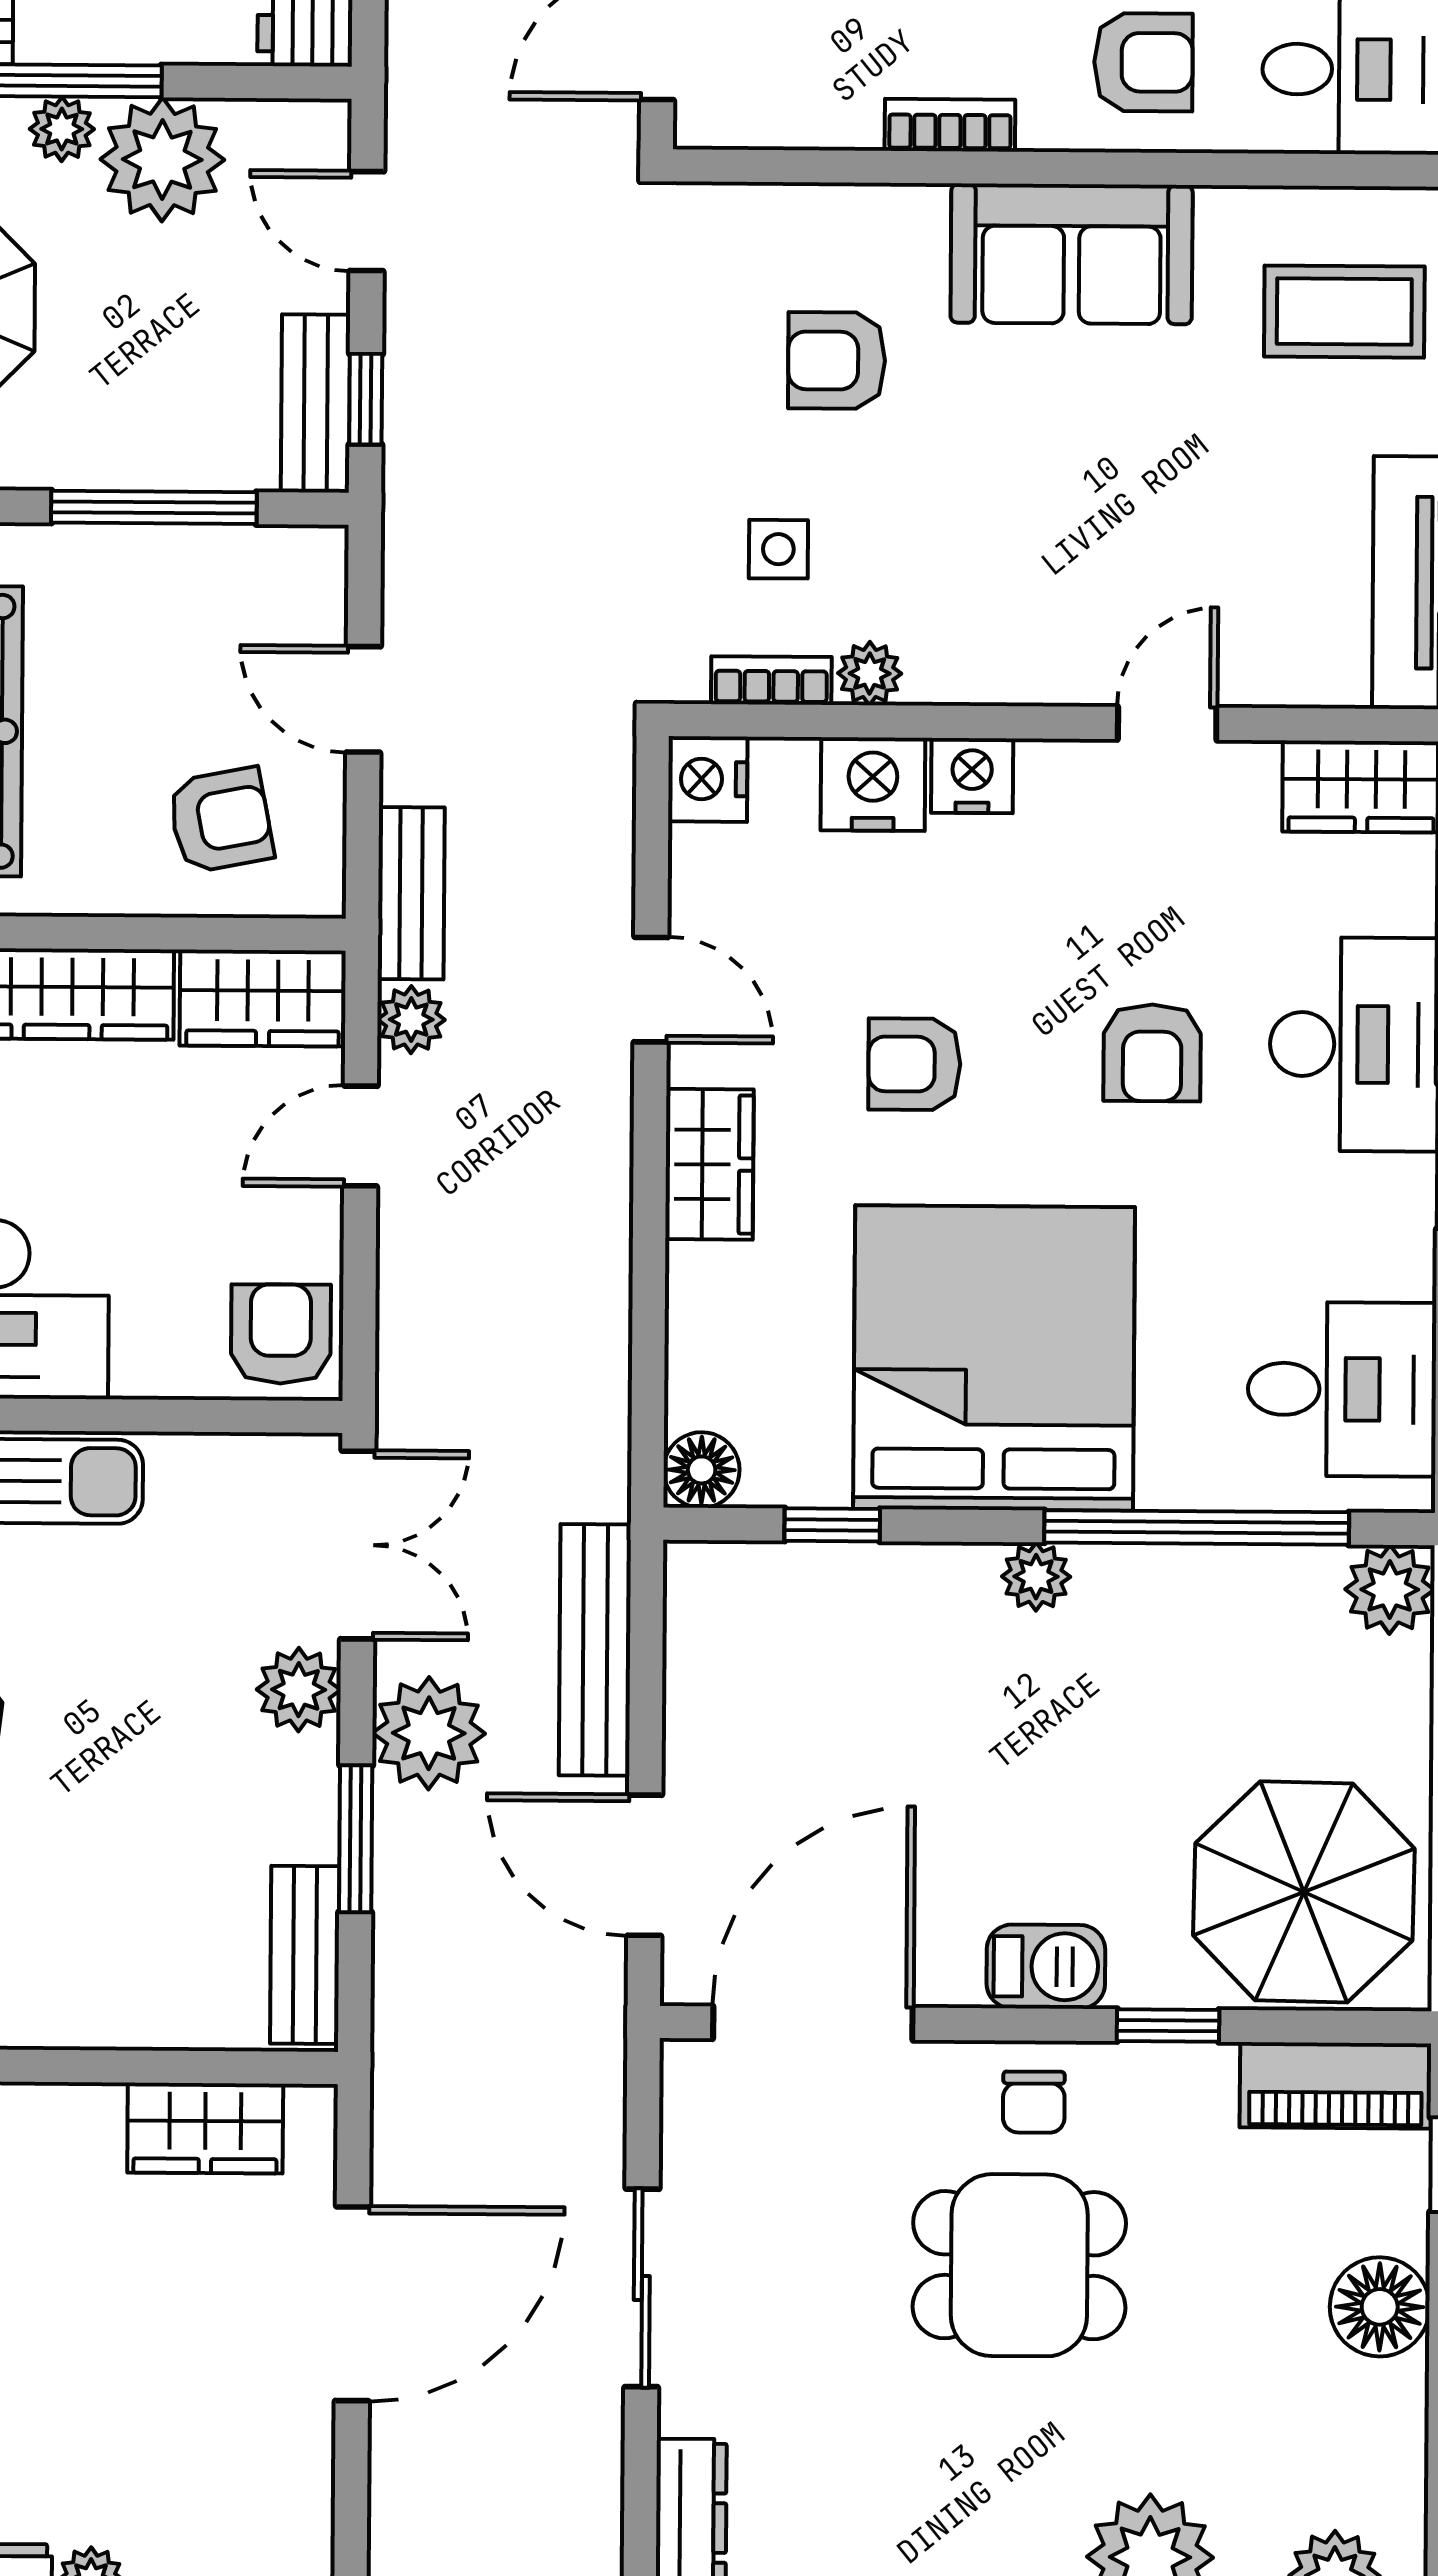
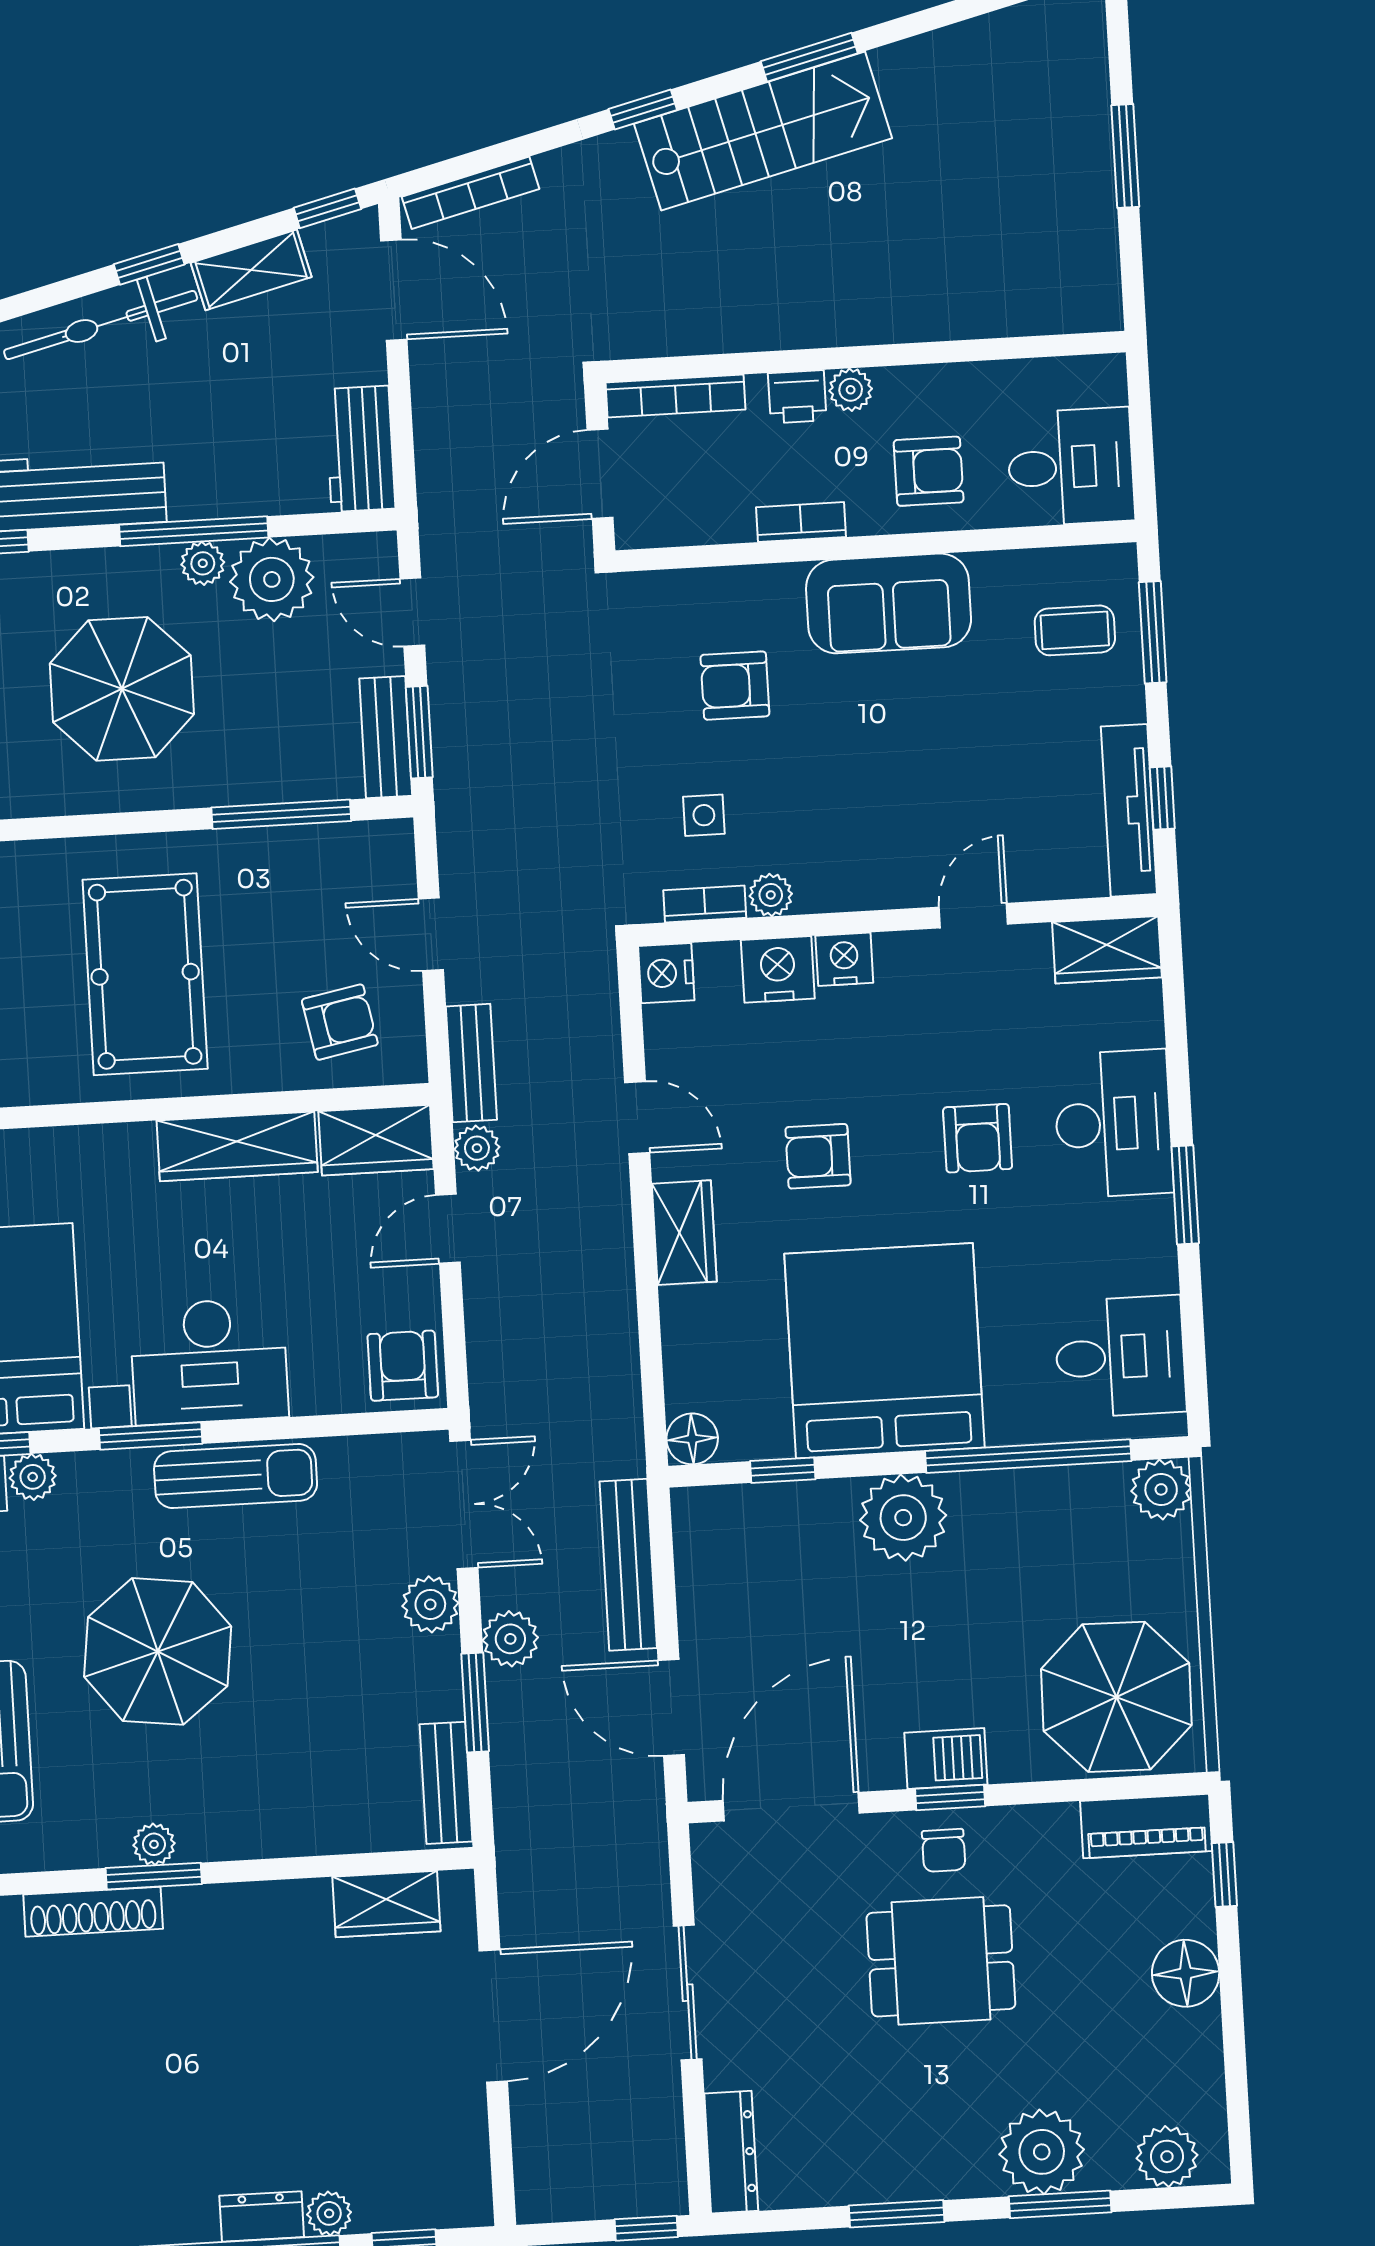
coffee table: (1344, 312) -> (1075, 630), width x0.73, depth x0.77
window: (366, 399) -> (419, 732), width x1.50
plant: (1036, 1577) -> (903, 1518), width x1.87, depth x1.87
plant: (429, 1733) -> (510, 1639), width x0.73, depth x0.73
window: (1168, 2026) -> (950, 1798), moved

